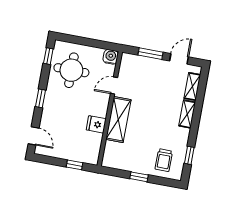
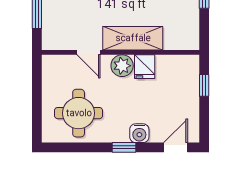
window: (48, 56) -> (65, 147), removed
water cooler: (111, 57) -> (139, 133), moved, turned -90
plant: (100, 108) -> (122, 66), added

